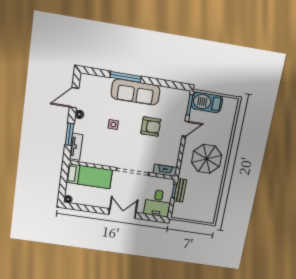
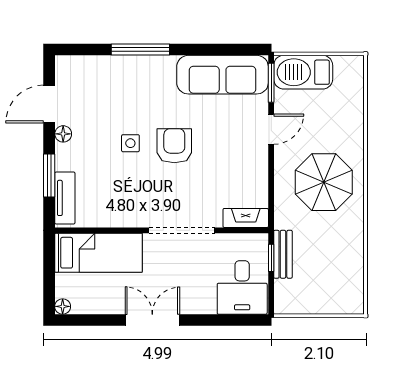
sofa: (135, 92) -> (223, 75), moved
armchair: (151, 127) -> (174, 146), moved, turned -90
double door: (122, 213) -> (152, 320), moved

